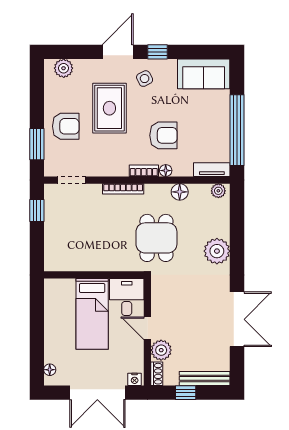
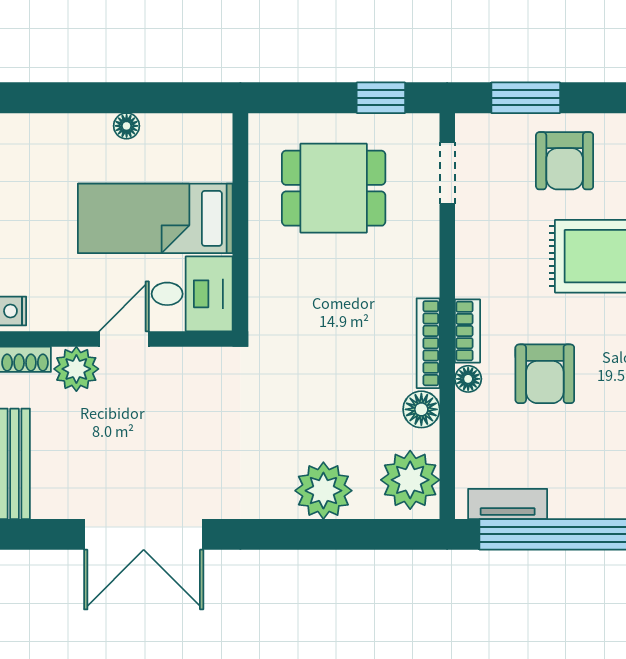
tv unit: (212, 170) -> (508, 504), moved, turned -90
bookcase: (123, 189) -> (428, 343), moved
plant: (218, 191) -> (410, 480), width x1.88, depth x1.88
dining table: (156, 238) -> (334, 188), moved
plant: (217, 251) -> (323, 491), moved
floor lamp: (50, 370) -> (127, 126), moved

